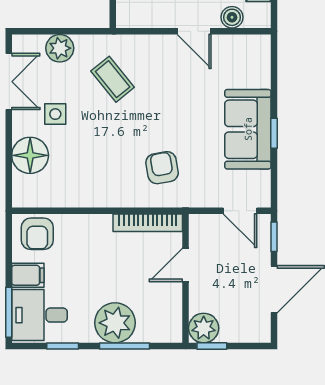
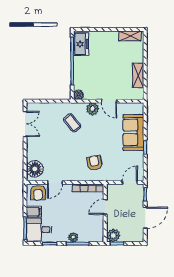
boiler: (232, 17) -> (78, 95), moved
plant: (60, 48) -> (93, 109), moved
side table: (55, 114) -> (46, 139), removed
sofa: (248, 129) -> (133, 132), moved
floor lamp: (30, 155) -> (35, 169), moved
door: (75, 211) -> (55, 182), added
door: (240, 211) -> (130, 182), swing flipped
plant: (115, 323) -> (73, 237), width x0.53, depth x0.53

